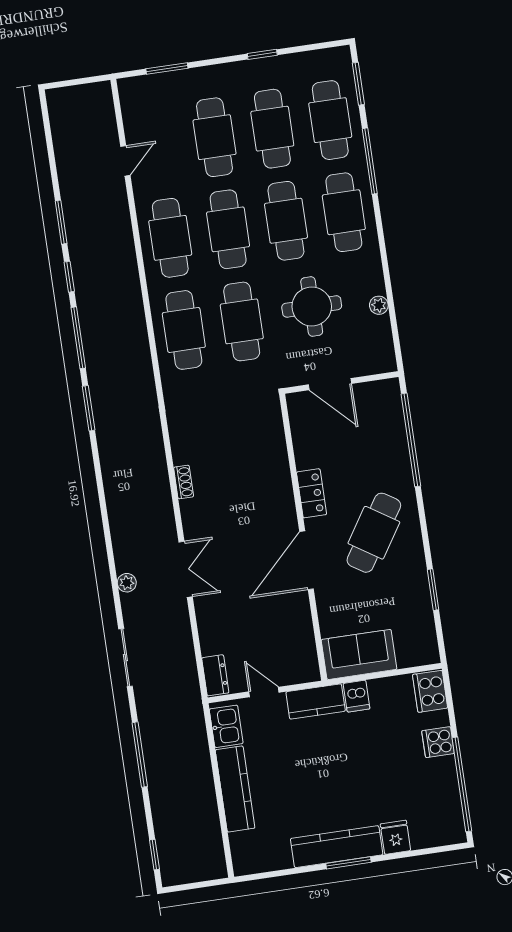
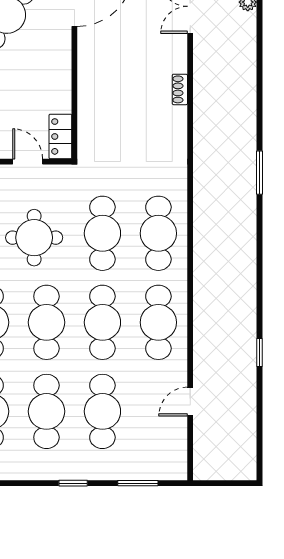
window: (262, 54) -> (73, 483), moved
window: (61, 222) -> (259, 352), width x0.67
window: (69, 277) -> (259, 300), removed
window: (78, 338) -> (259, 241), removed
door: (330, 384) -> (28, 162), width x0.73
locker: (312, 493) -> (60, 136), moved

